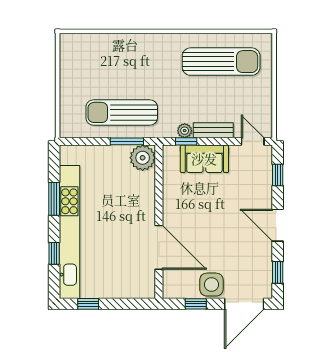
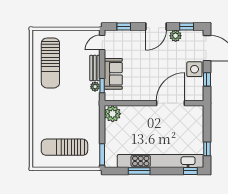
sun lounger: (221, 62) -> (50, 63), turned 180
sun lounger: (122, 112) -> (64, 147), moved, turned 90
window: (127, 141) -> (102, 154), moved
window: (54, 253) -> (190, 171), moved
plant: (263, 255) -> (176, 36), added

